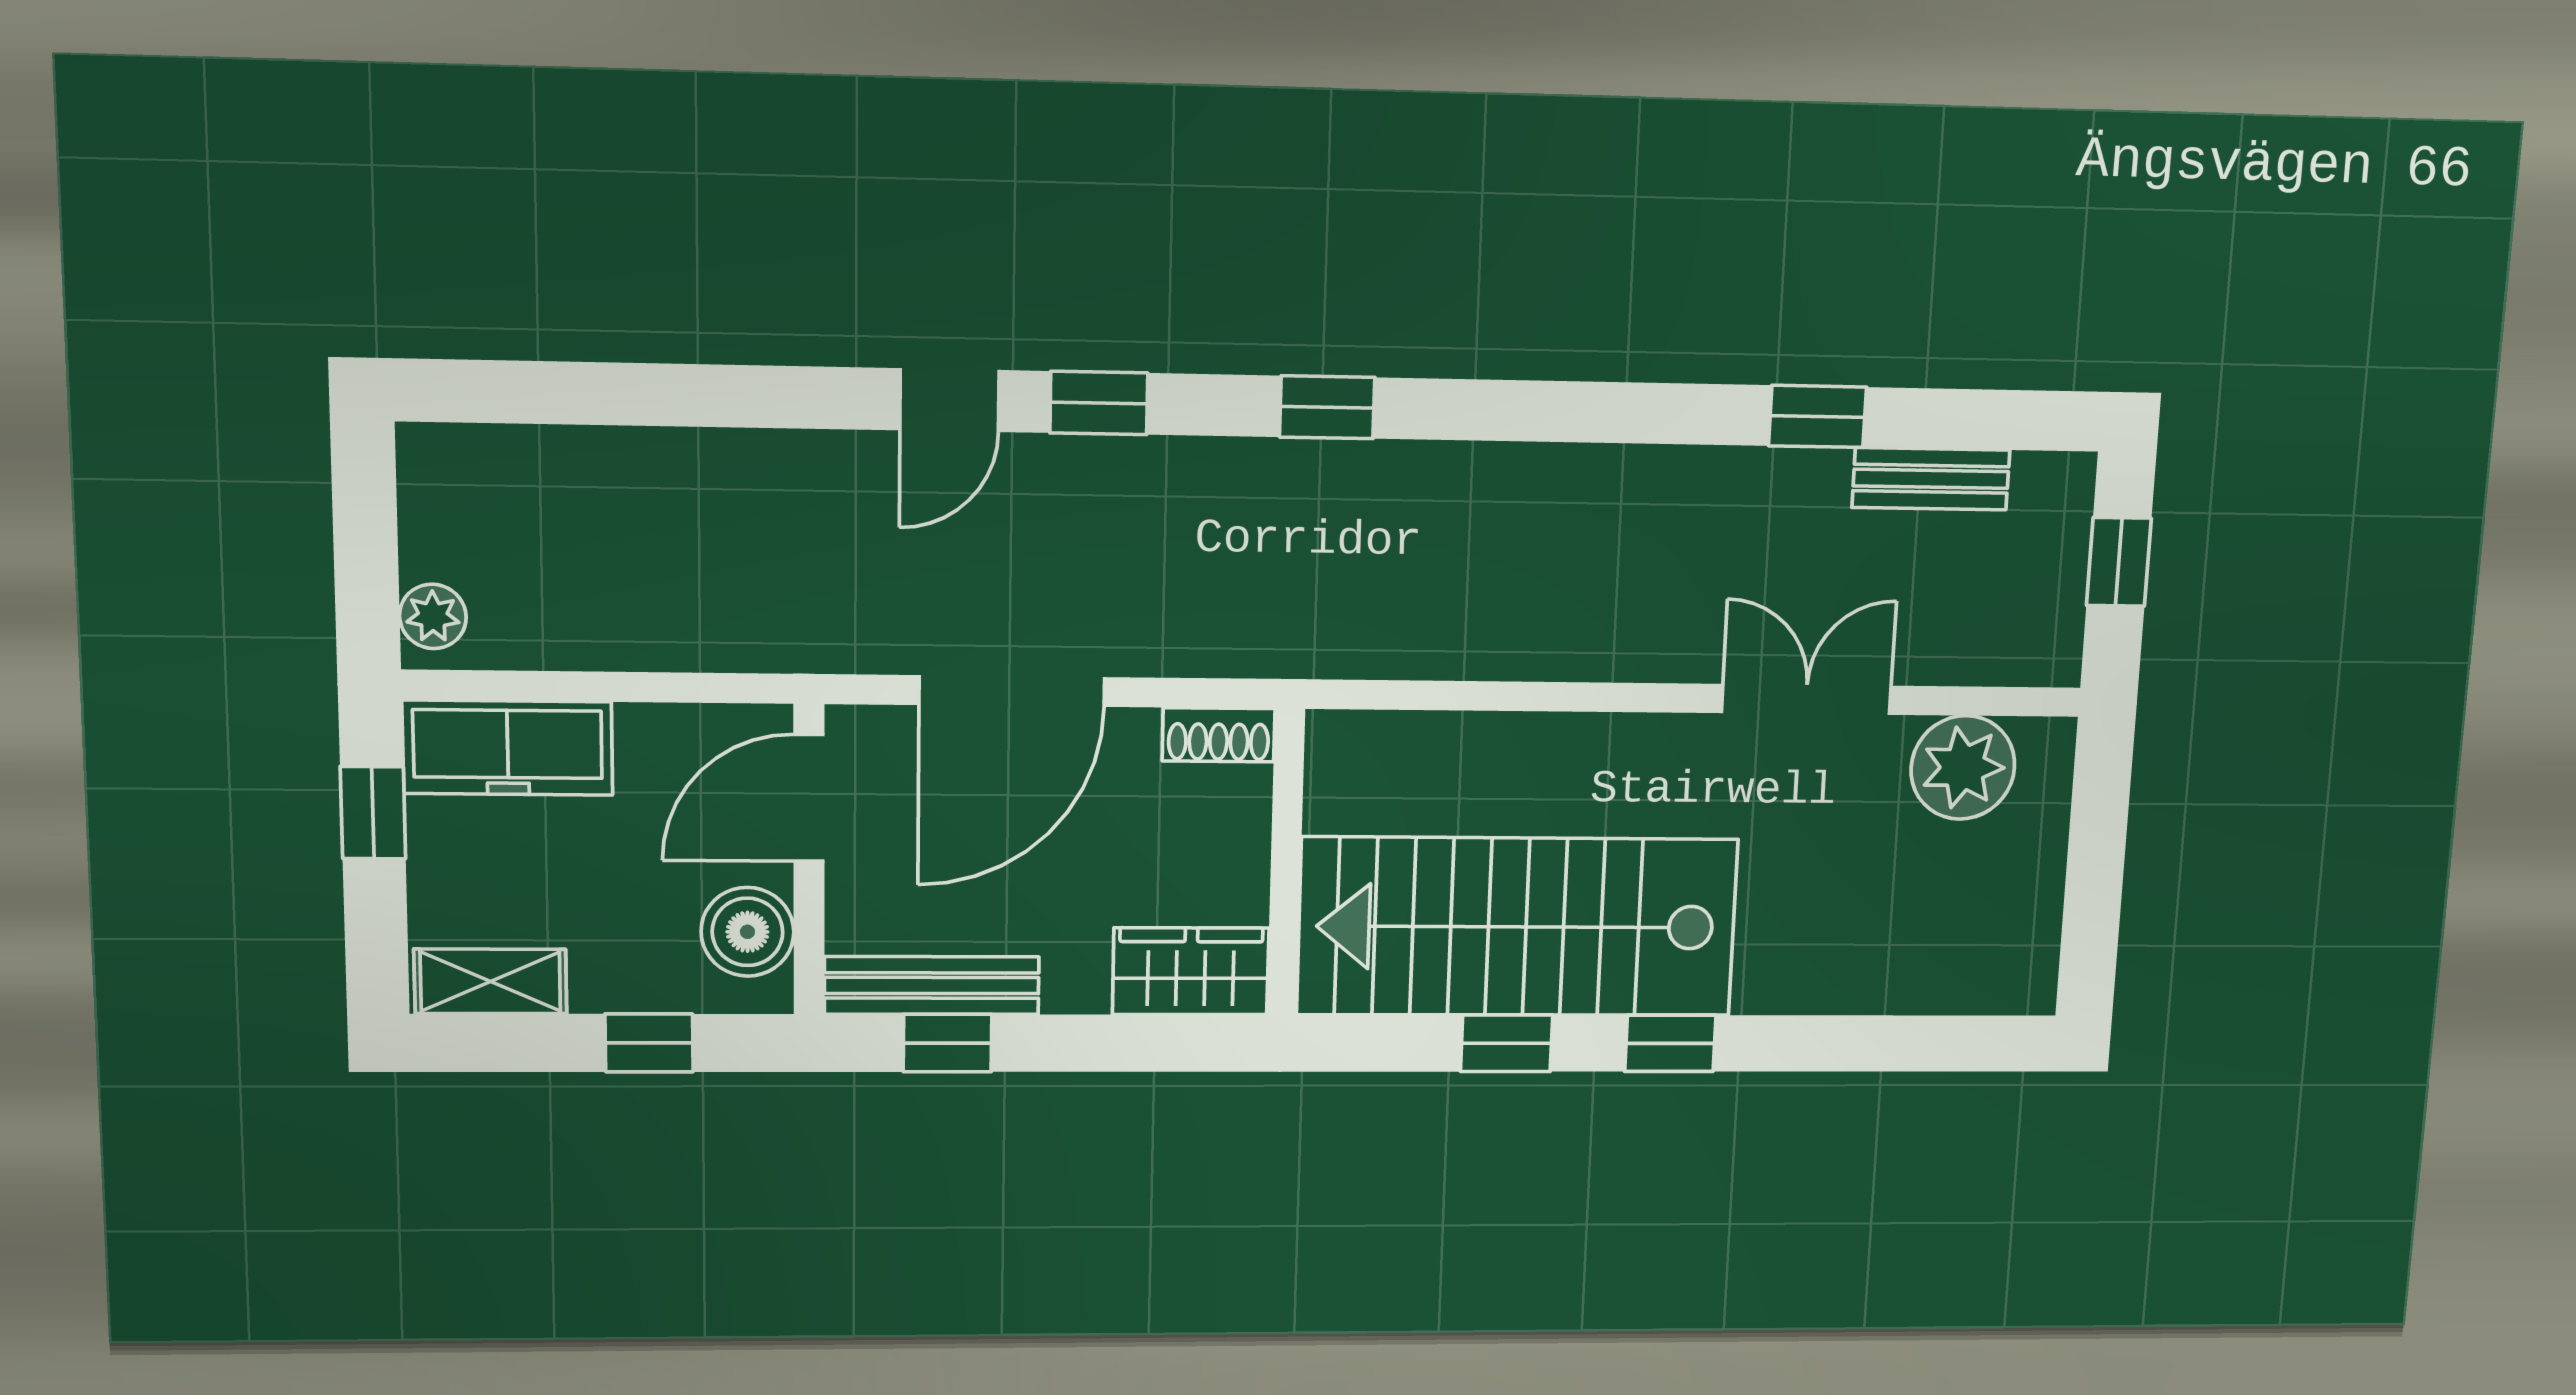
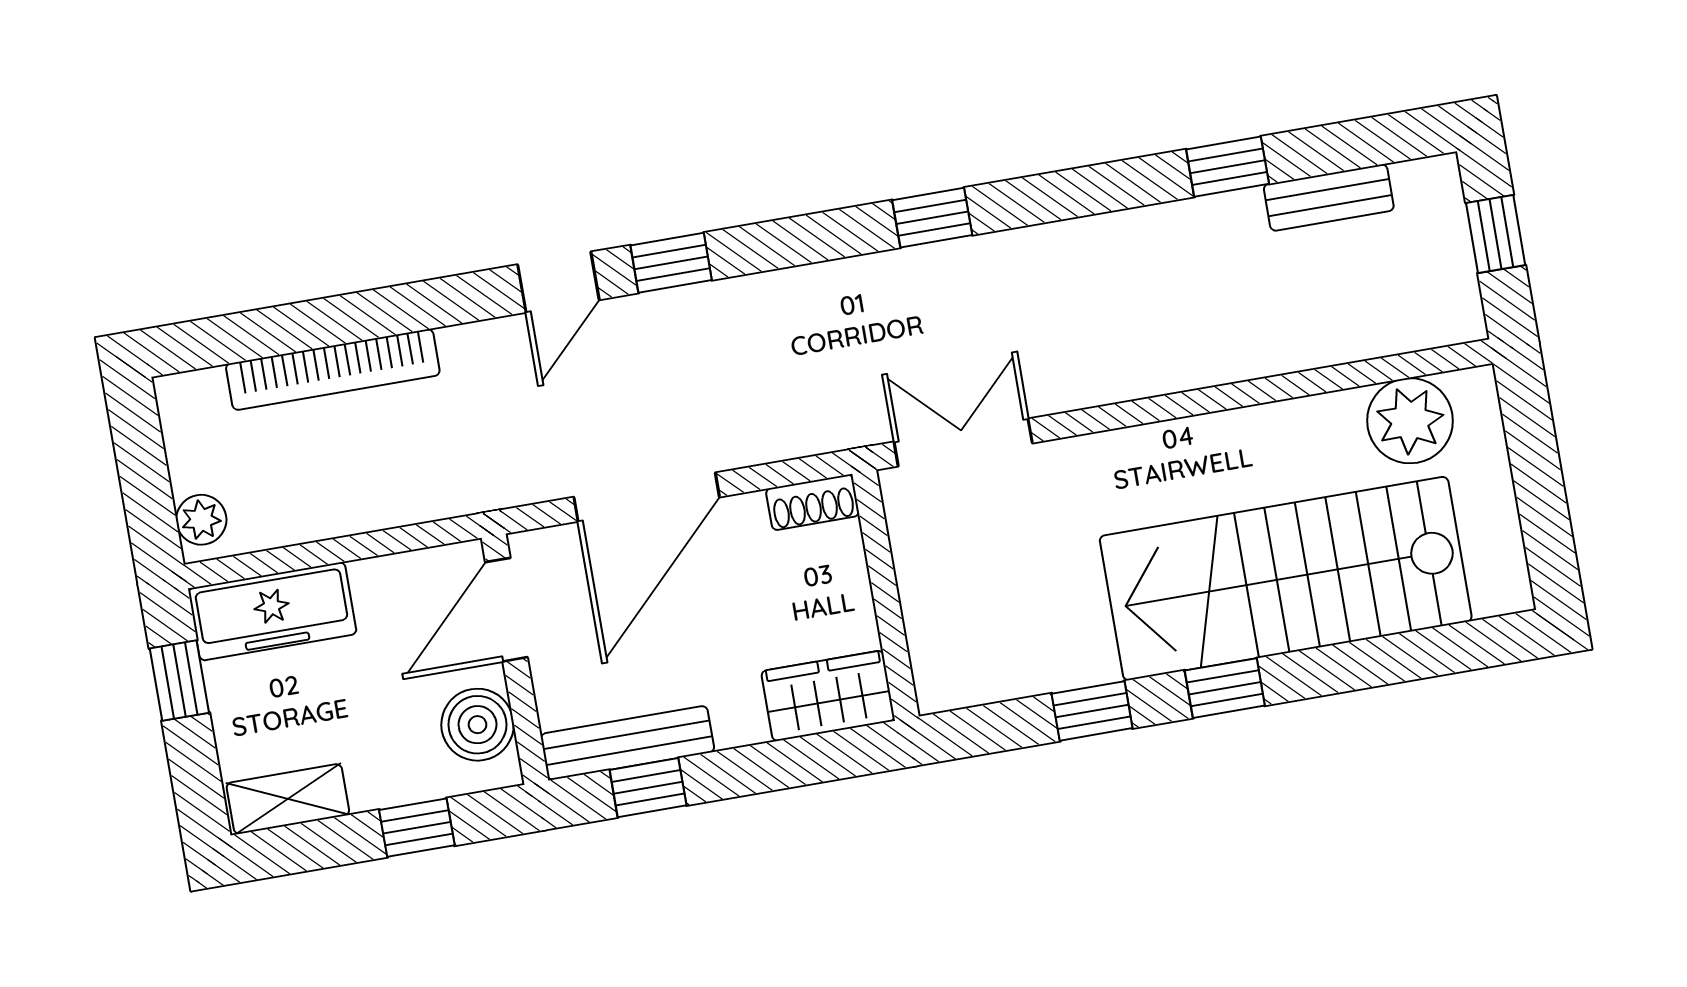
window: (1327, 407) -> (932, 218), moved
bookcase: (637, 457) -> (333, 370), added
double door: (1806, 699) -> (963, 442), moved
stairs: (1517, 927) -> (1286, 579), moved

